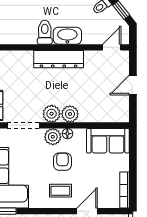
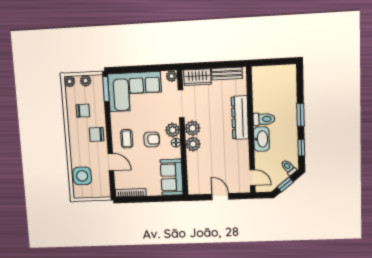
dresser: (59, 59) -> (240, 118), moved

